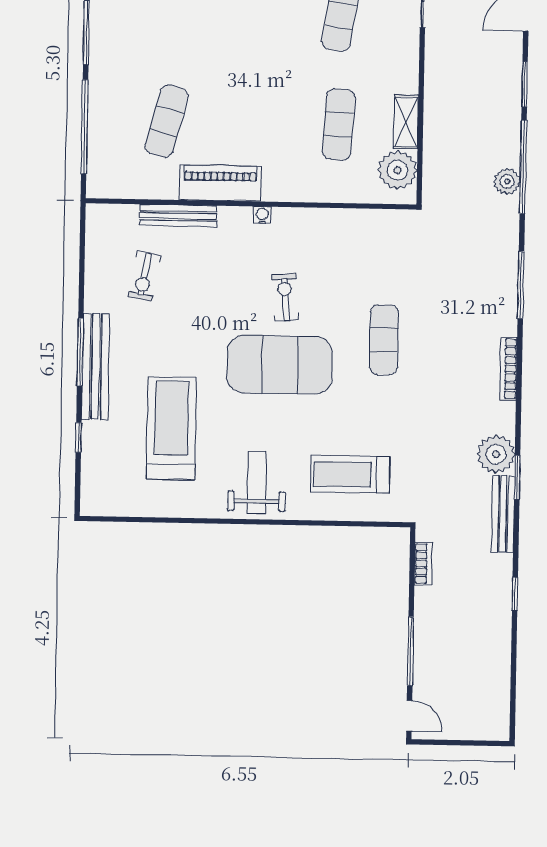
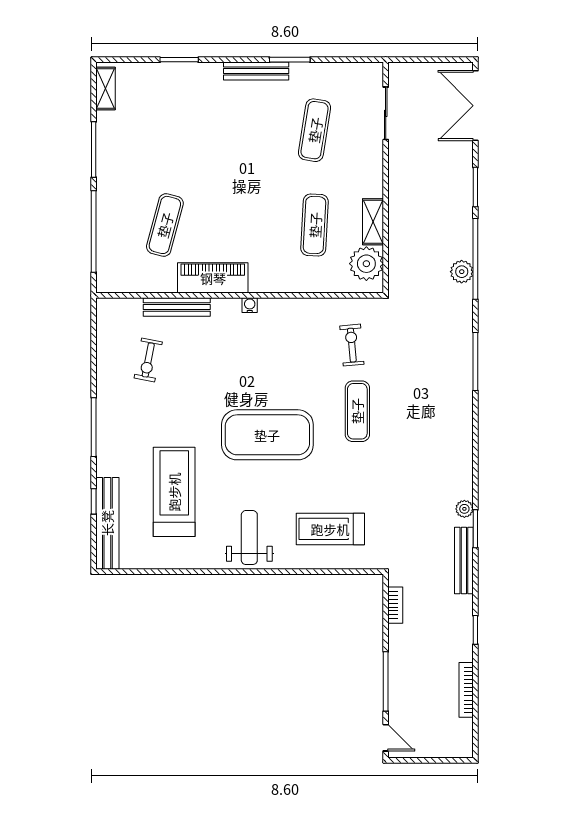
exercise bike: (285, 297) -> (352, 345), moved
bench: (96, 367) -> (107, 523), moved
bookcase: (509, 369) -> (466, 690), moved
plant: (496, 454) -> (464, 509), width x0.53, depth x0.53

